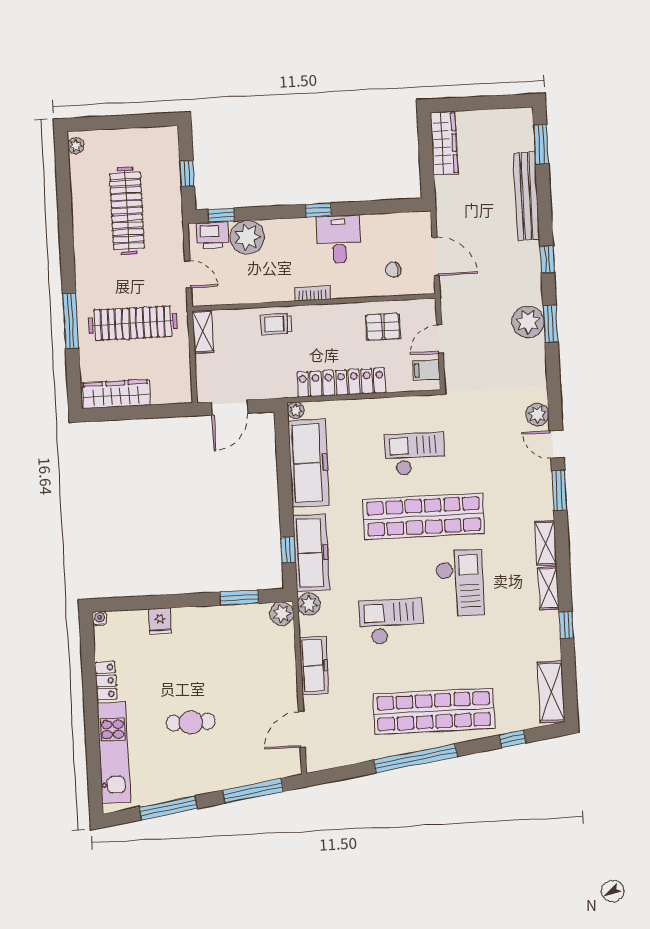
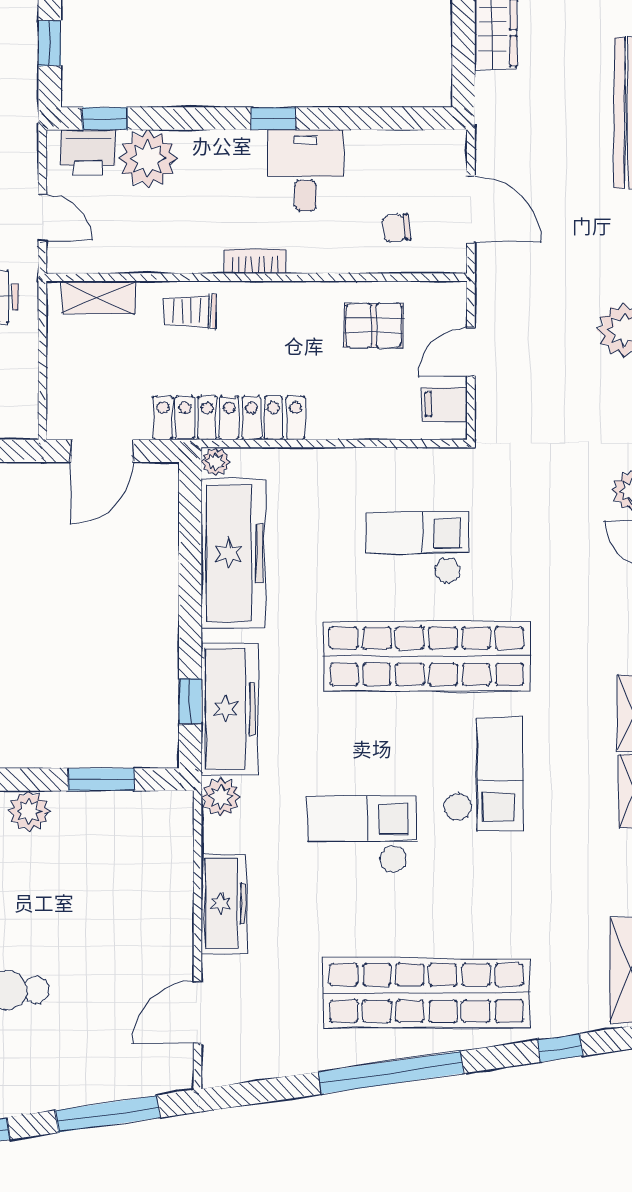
shelving: (203, 332) -> (99, 297), moved, turned 90
locker: (341, 383) -> (229, 418), moved
plant: (282, 614) -> (29, 811), moved

